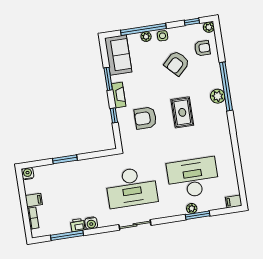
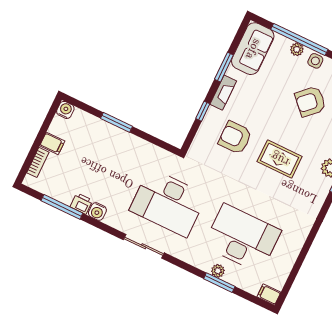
rug: (182, 112) -> (280, 159), turned 90

